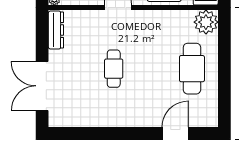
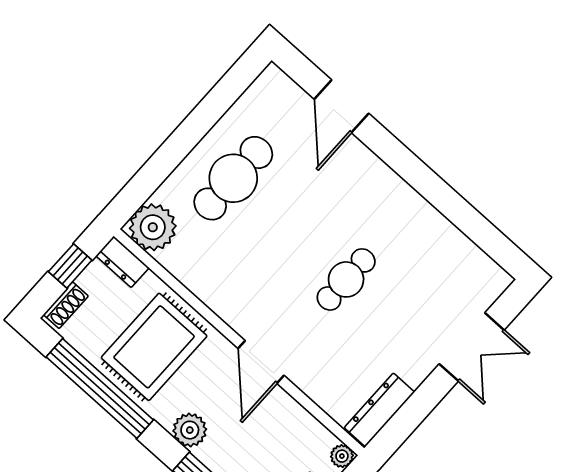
double door: (42, 86) -> (472, 347), width x0.73
door: (175, 134) -> (342, 106), hinge flipped

